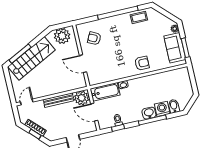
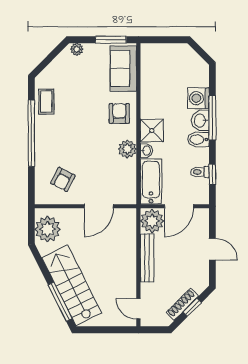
sofa: (175, 48) -> (123, 69), moved, turned 90
plant: (122, 73) -> (127, 149), added
shower: (136, 85) -> (152, 131), added
bidet: (174, 106) -> (198, 140), moved

